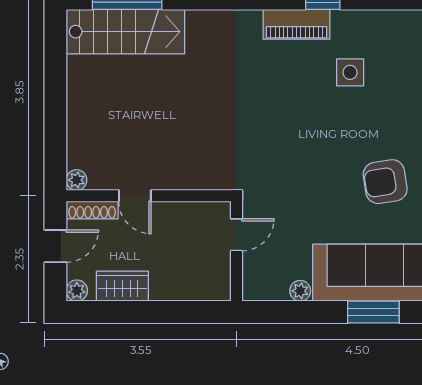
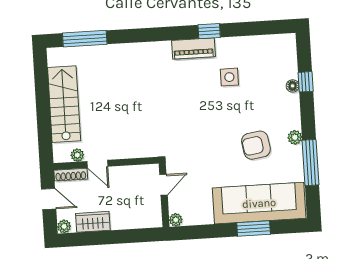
stairs: (125, 32) -> (64, 104), moved, turned -90
plant: (76, 180) -> (77, 155), moved
door: (55, 246) -> (49, 199), hinge flipped
plant: (300, 291) -> (176, 220), moved

